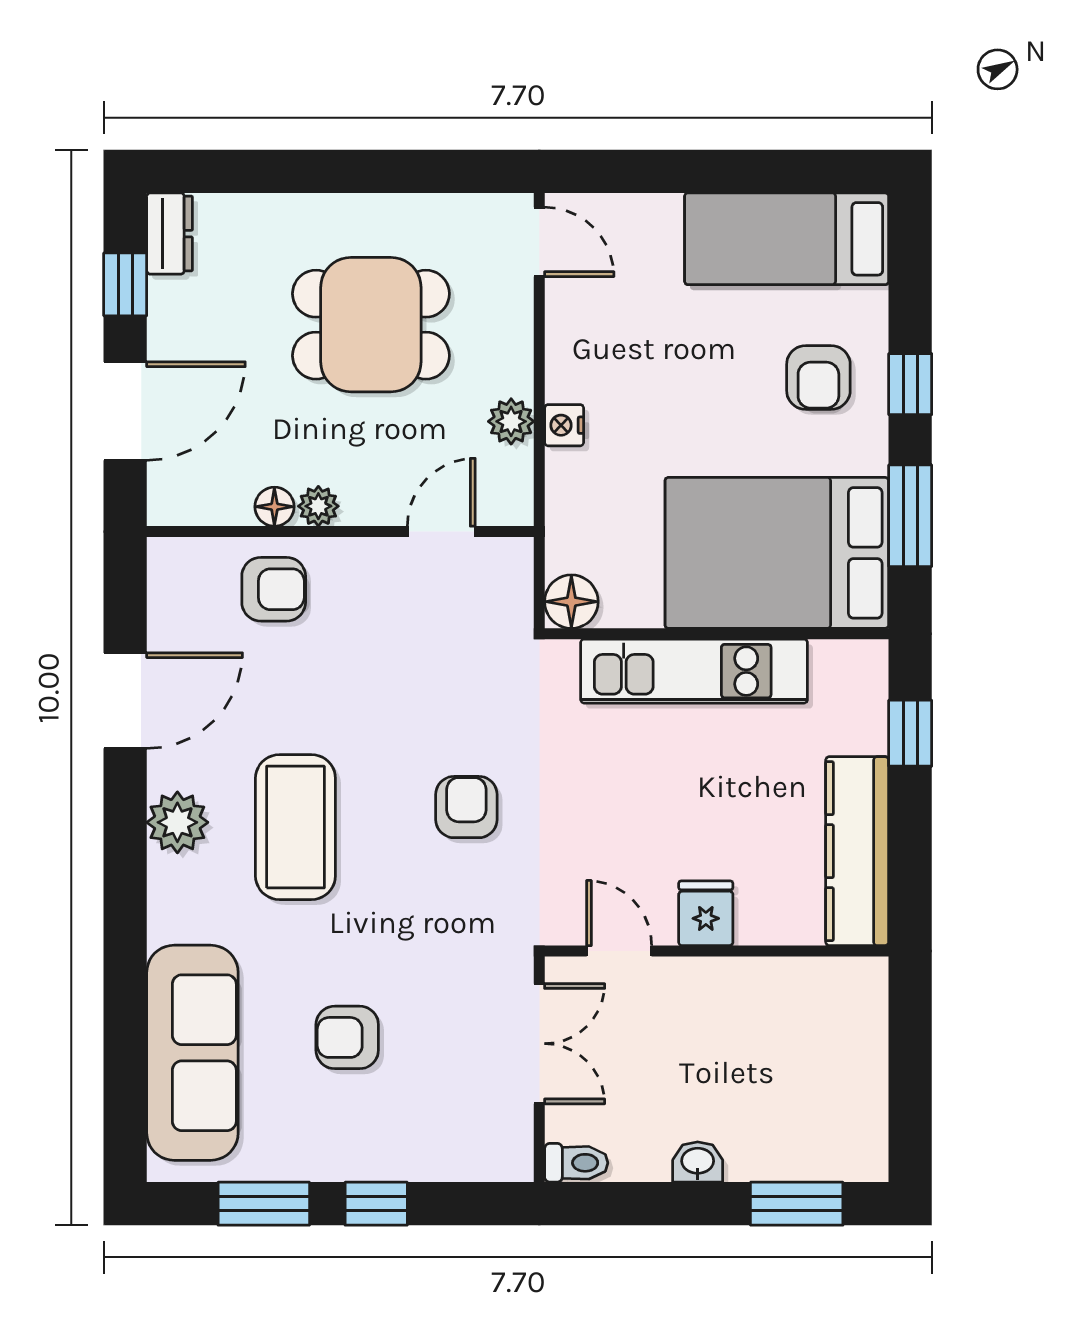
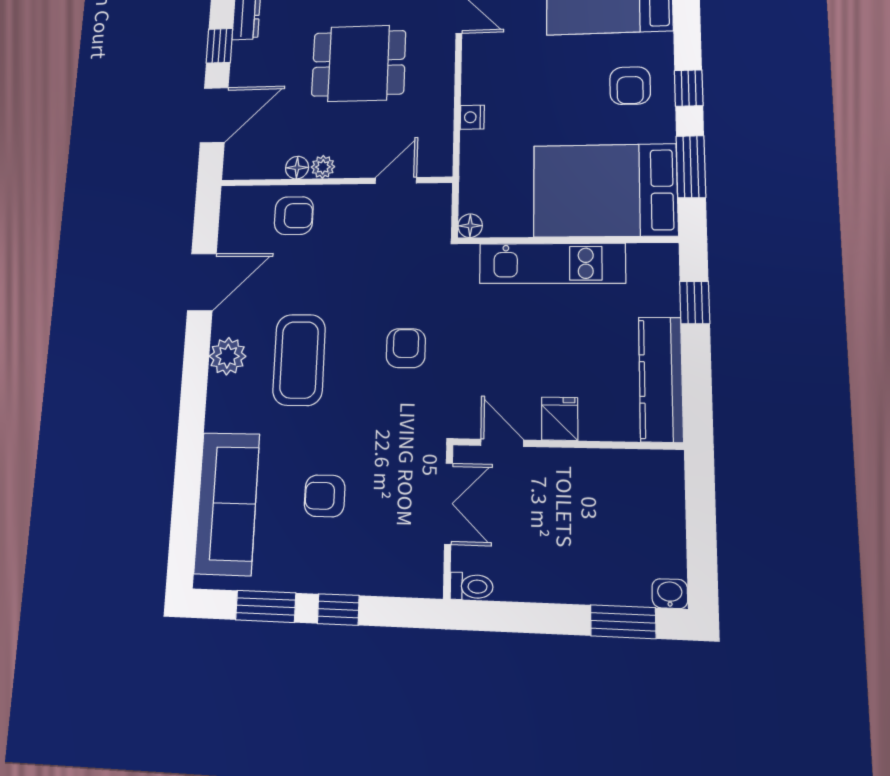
plant: (511, 421) -> (440, 116), removed
floor lamp: (571, 602) -> (470, 226), width x0.73, depth x0.73
washbasin: (698, 1162) -> (670, 594), moved

